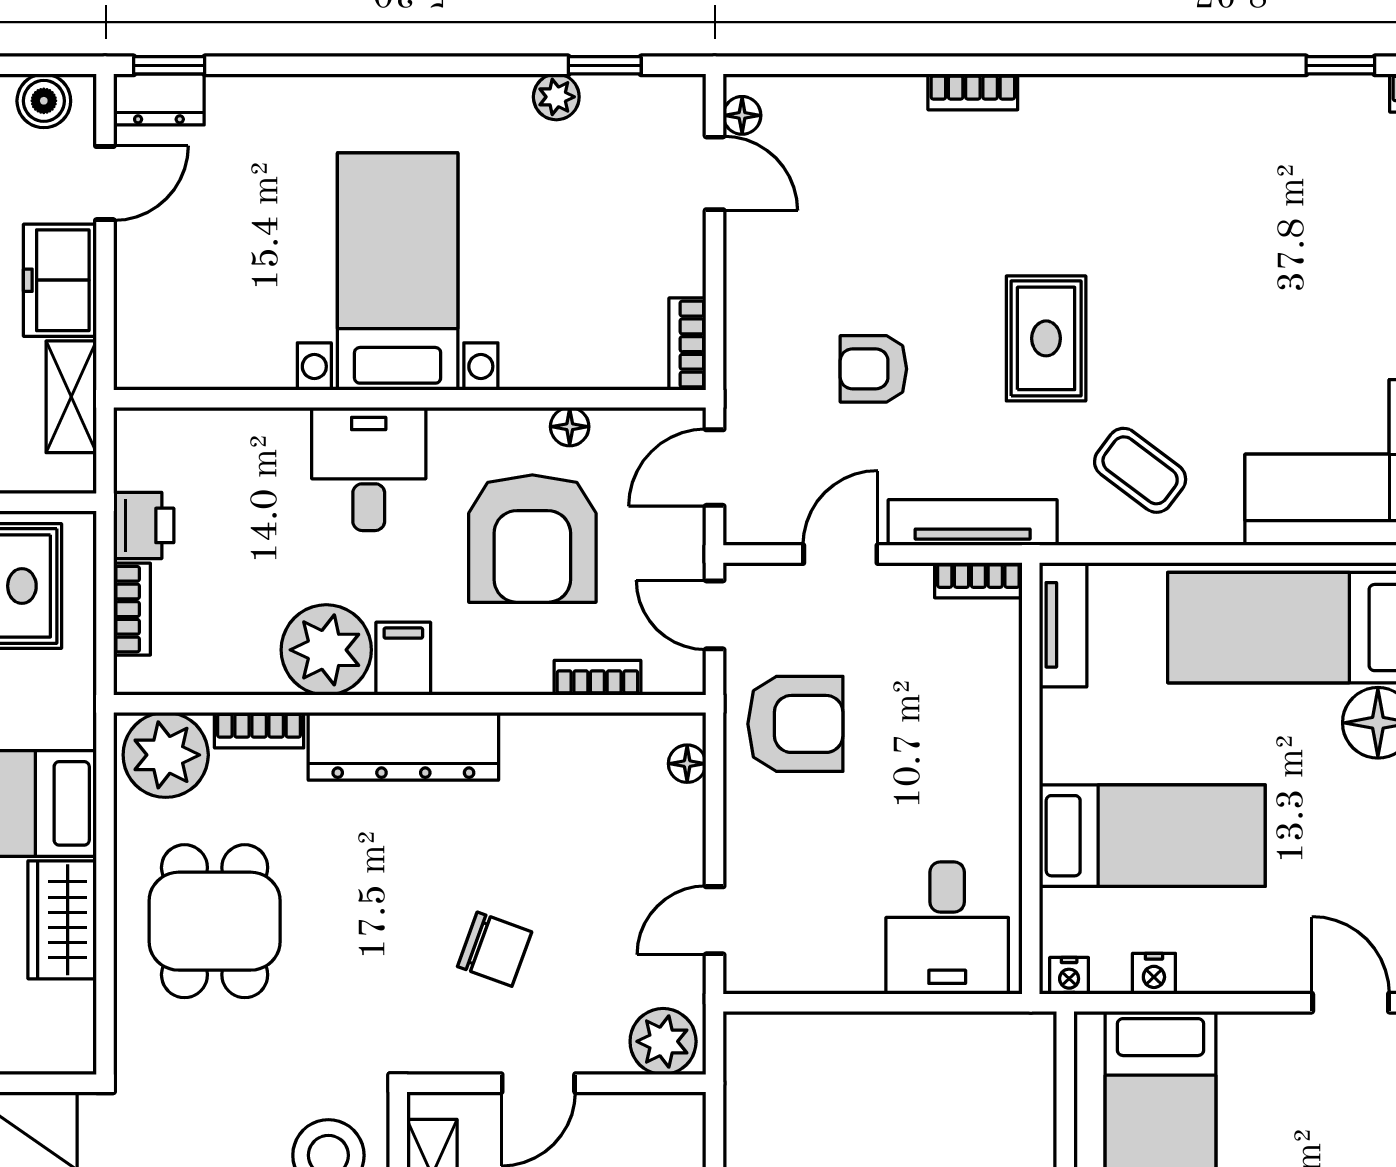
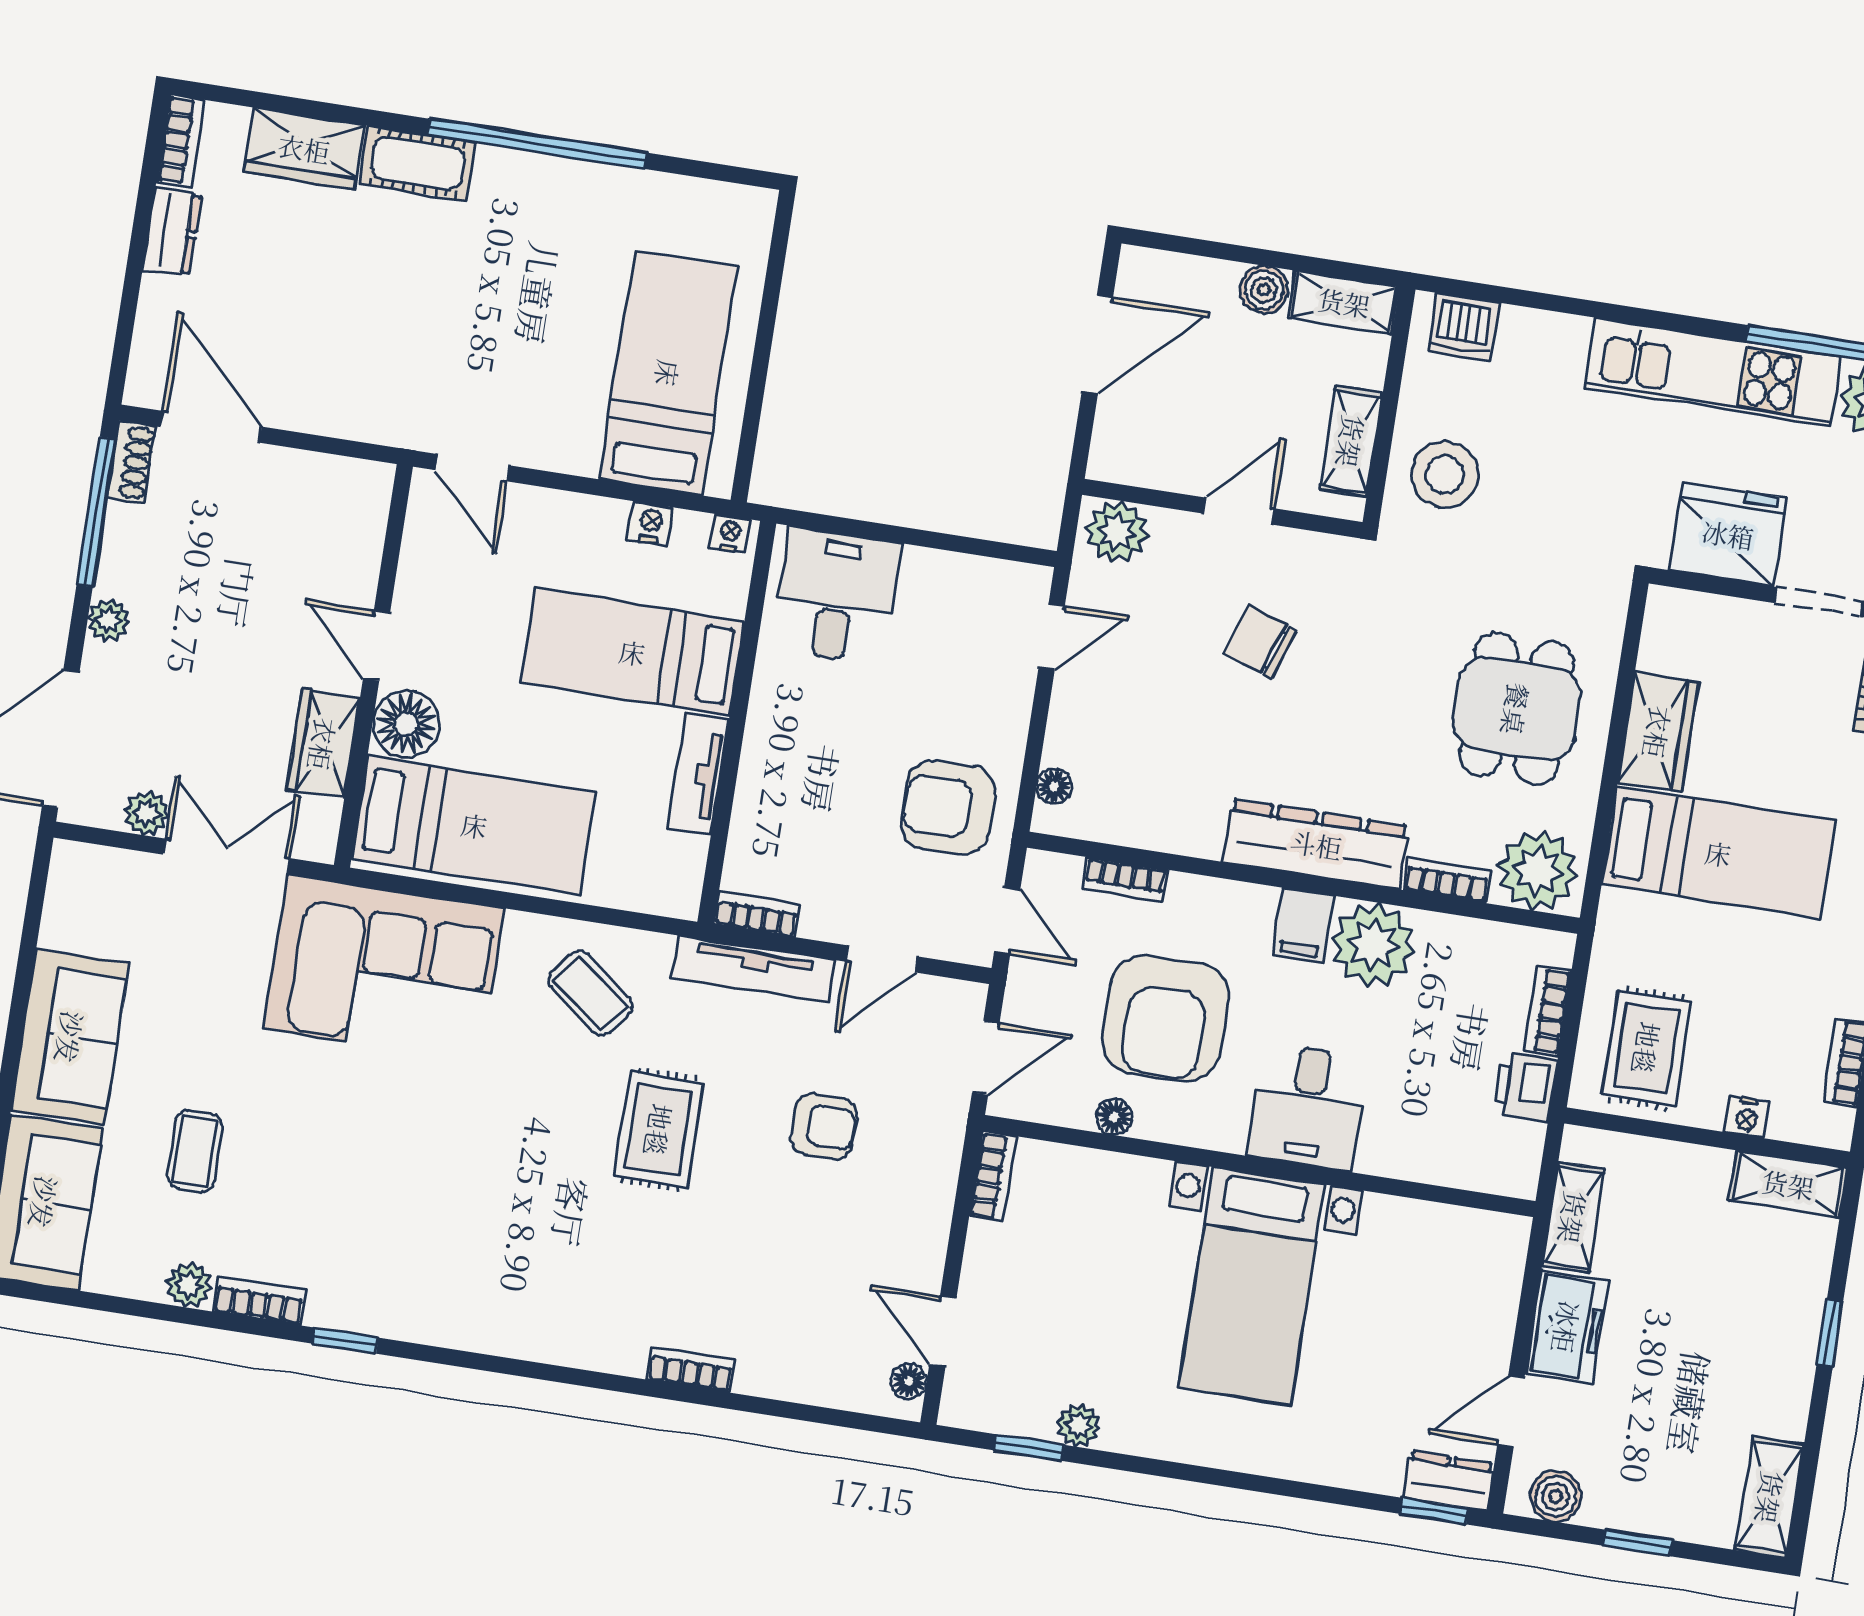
armchair: (532, 539) -> (1165, 1018), turned 180
tv unit: (1063, 625) -> (698, 774), moved

